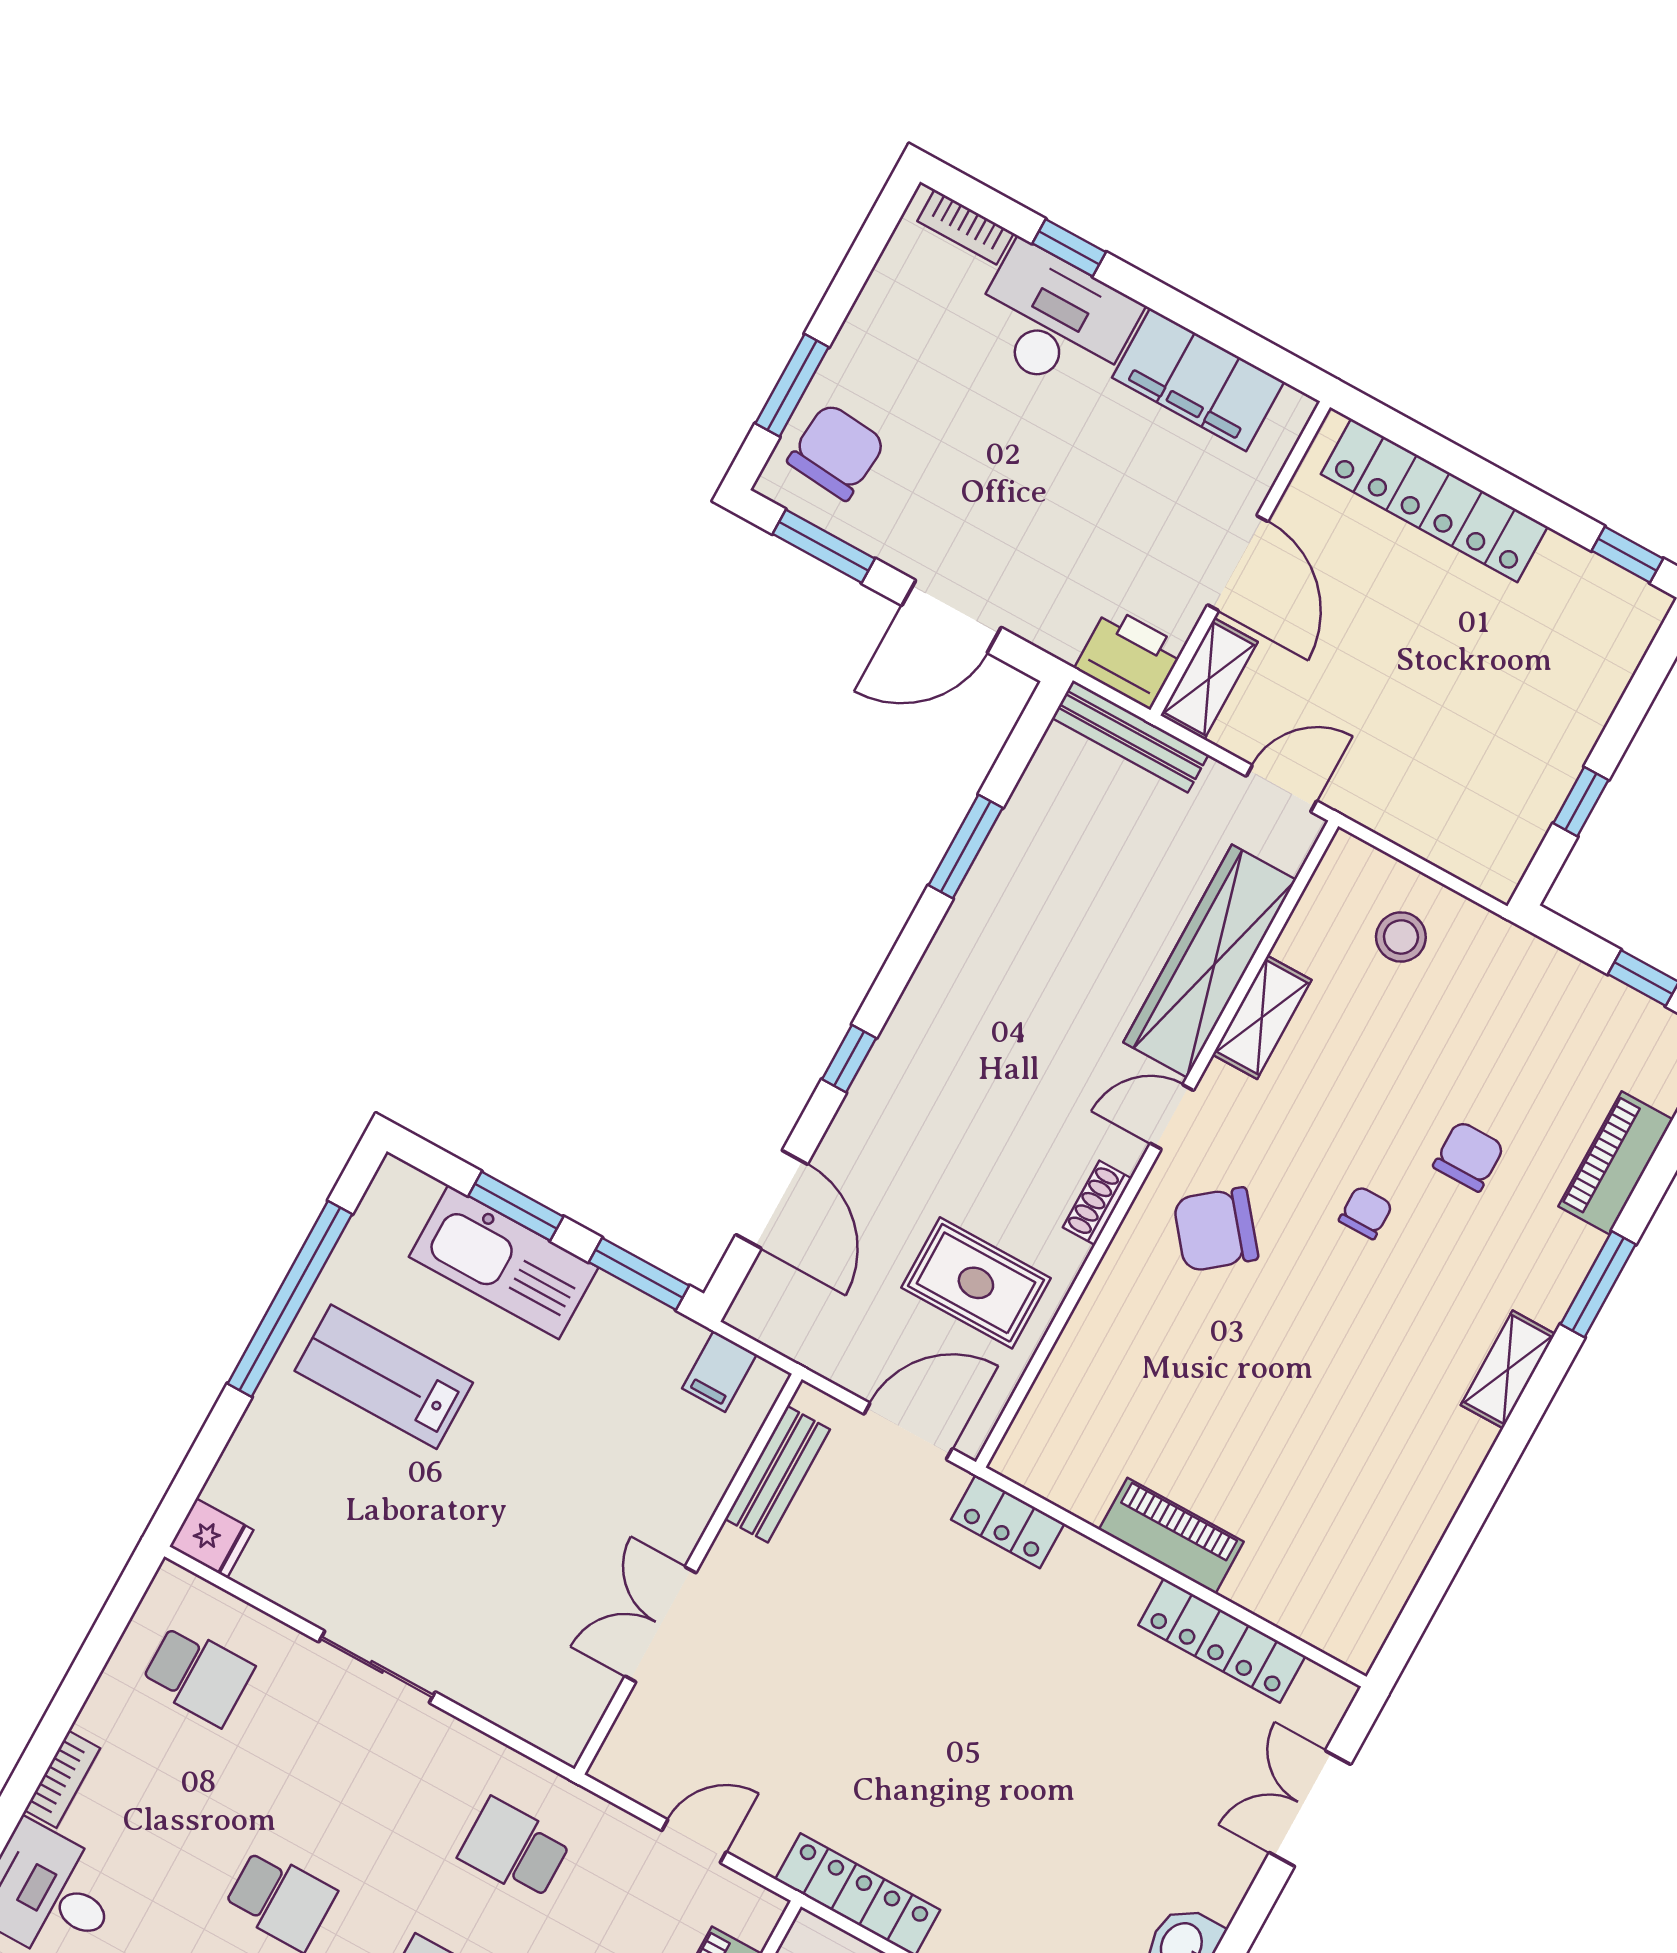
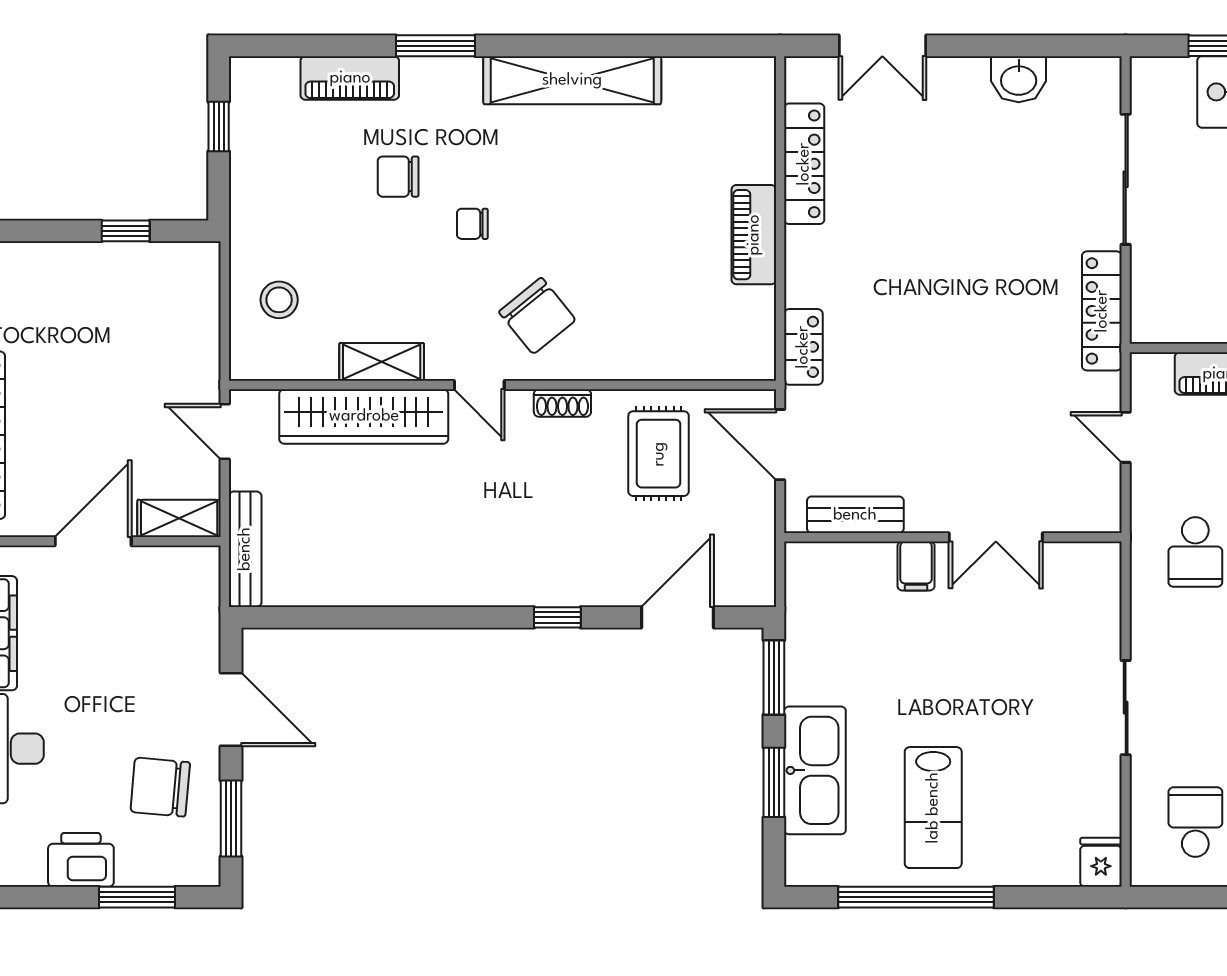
chair: (837, 452) -> (160, 787), moved
printer: (1130, 657) -> (81, 860), moved, turned 90
window: (966, 847) -> (377, 617), removed
shelving: (1508, 1369) -> (572, 80), width x2.20, depth x1.33
filing cabinet: (719, 1371) -> (916, 566), moved, turned 90

